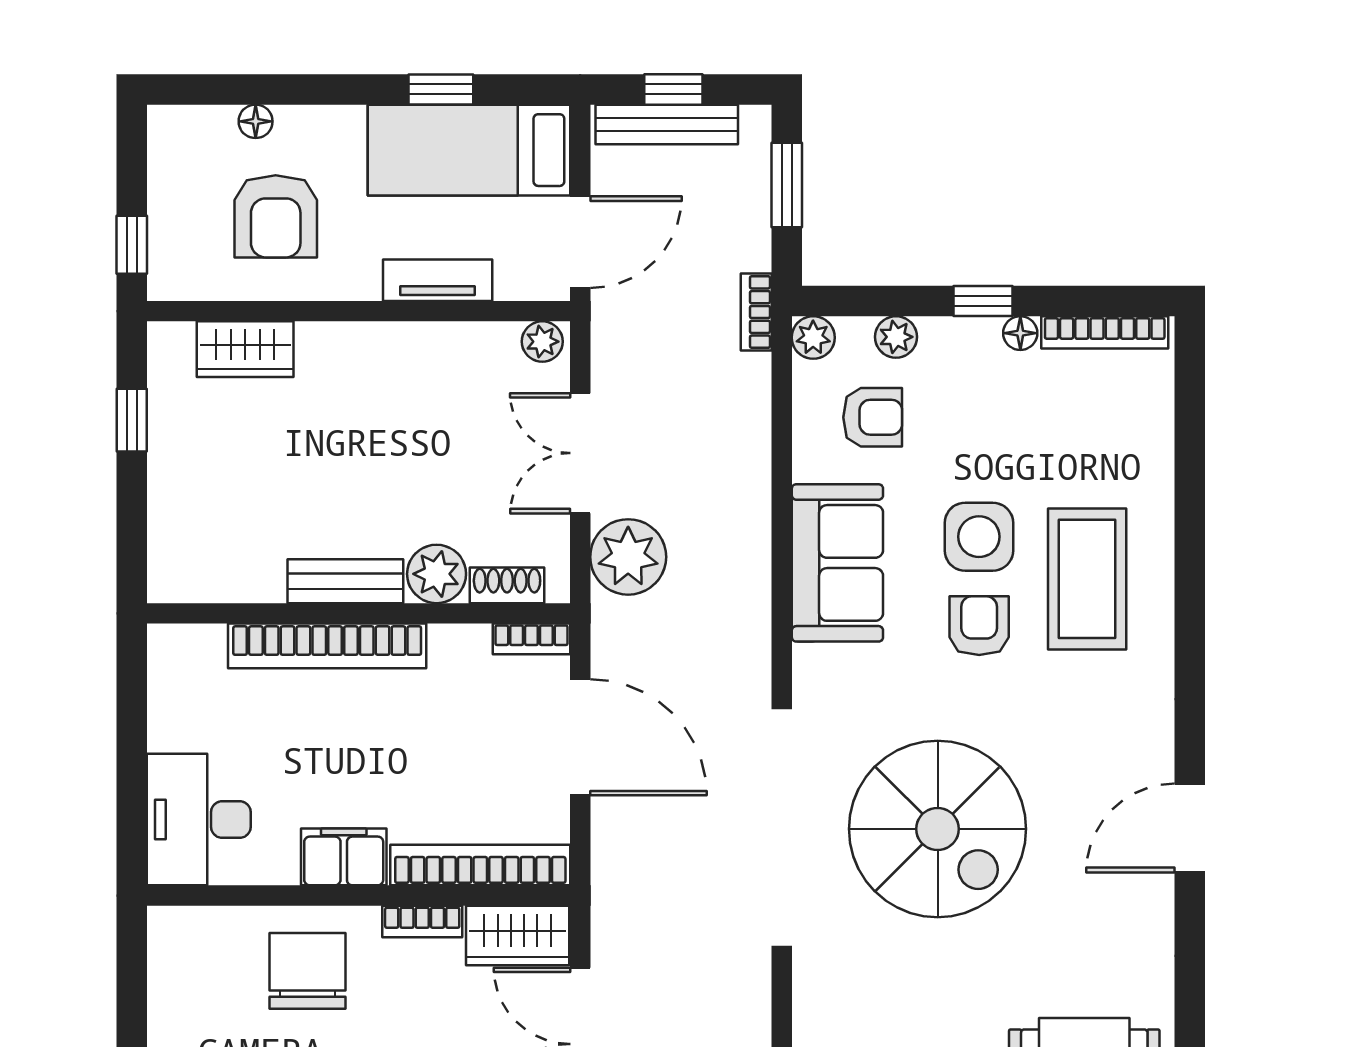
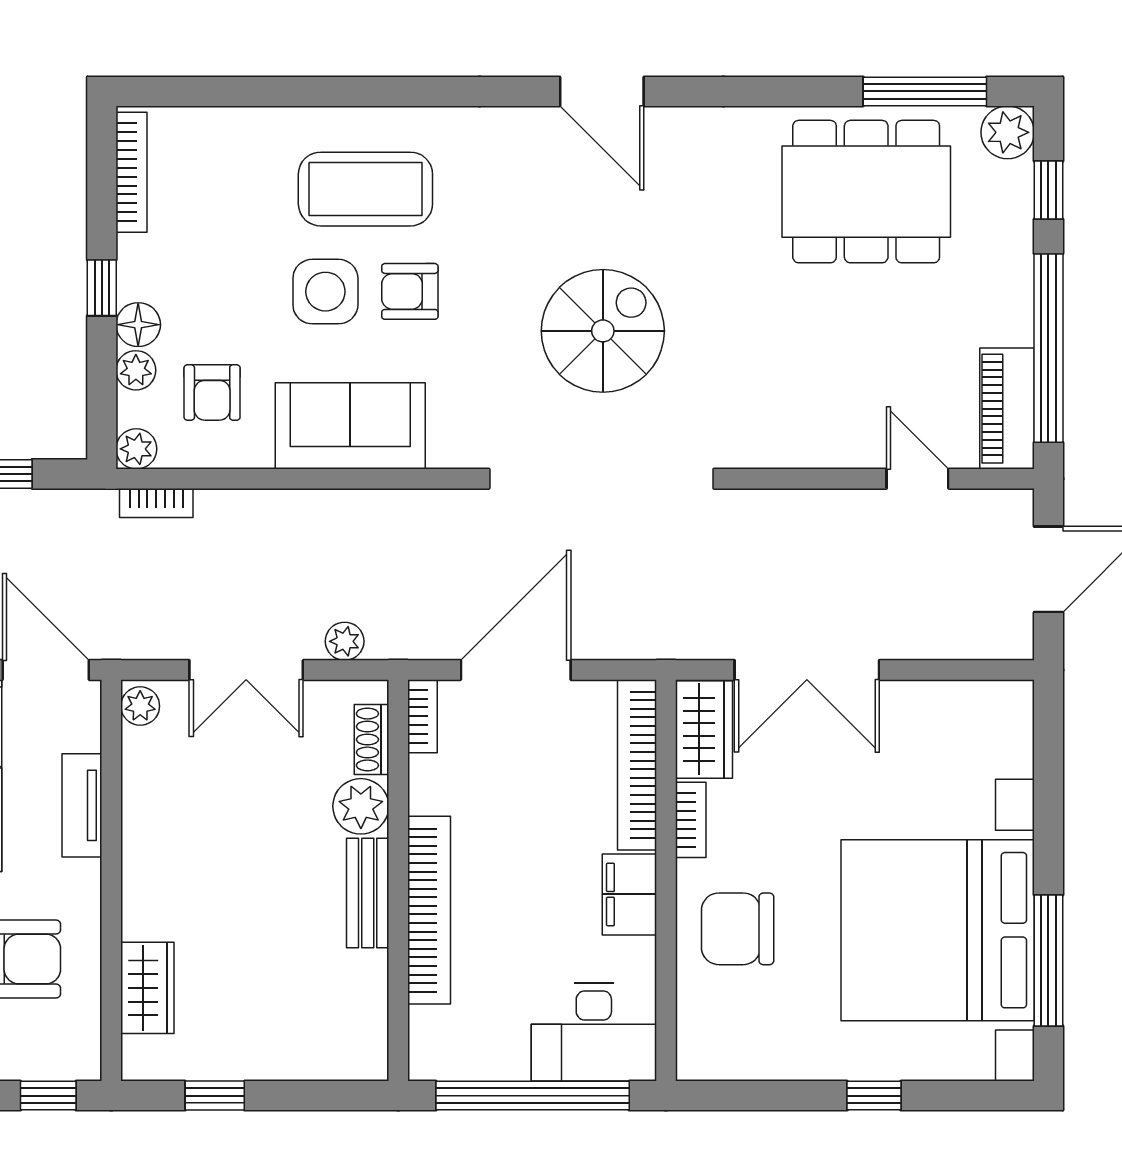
bookcase: (756, 312) -> (156, 503), moved
floor lamp: (1020, 333) -> (138, 325), moved, width x1.37, depth x1.37
armchair: (873, 417) -> (212, 393), turned 180
plant: (628, 557) -> (345, 641), width x0.53, depth x0.53
window: (132, 755) -> (533, 1096), added
spiral stairs: (938, 829) -> (603, 331), width x0.73, depth x0.73

